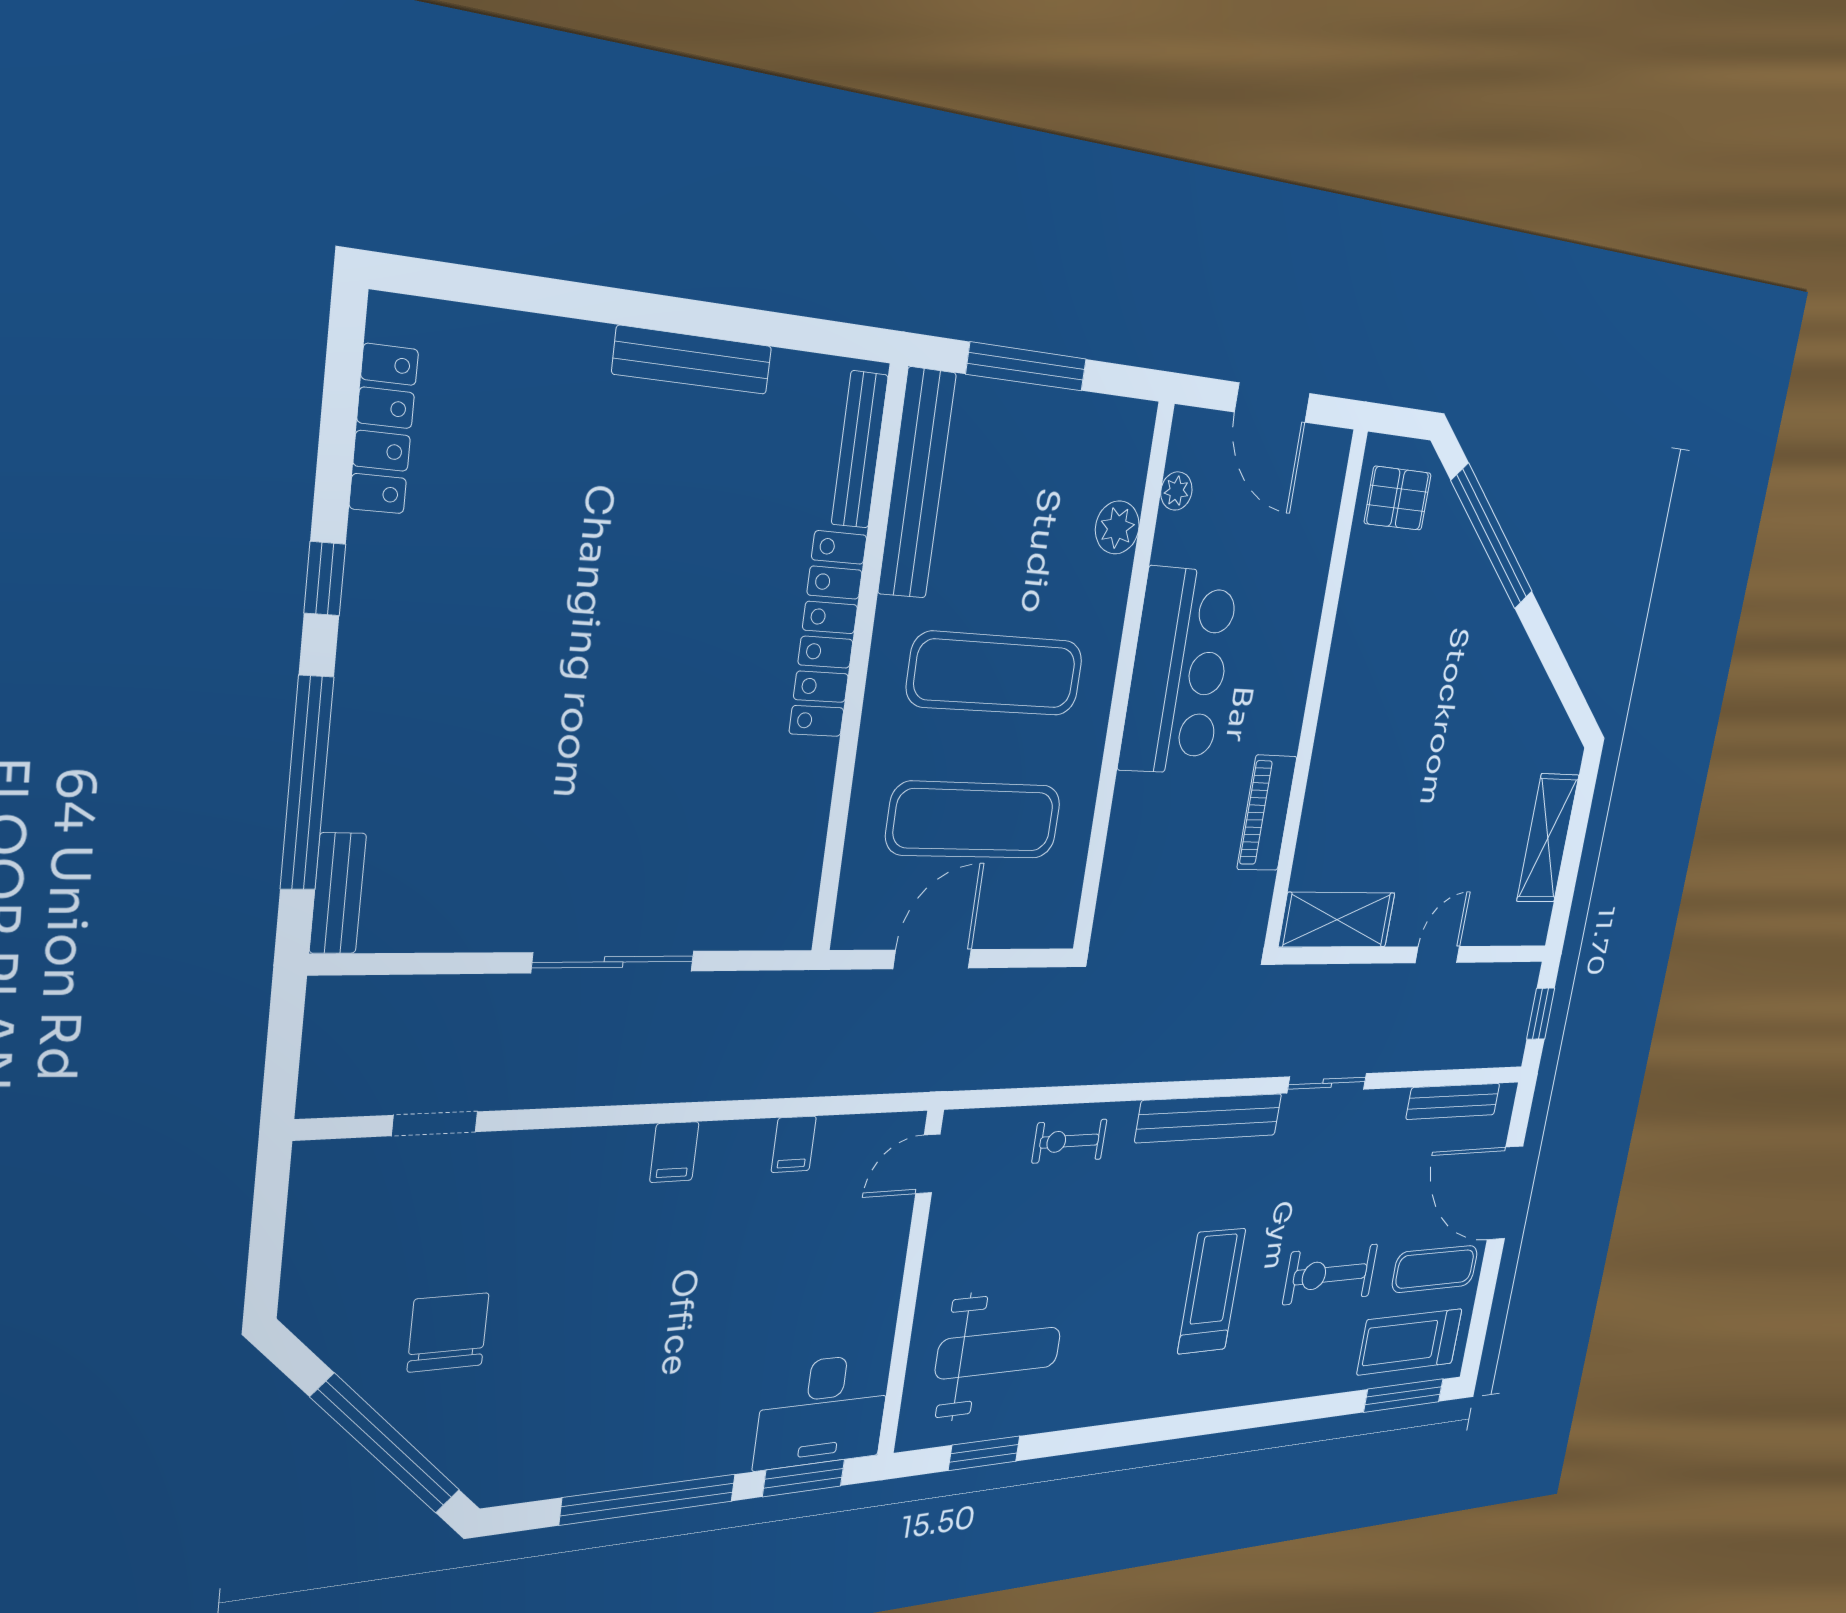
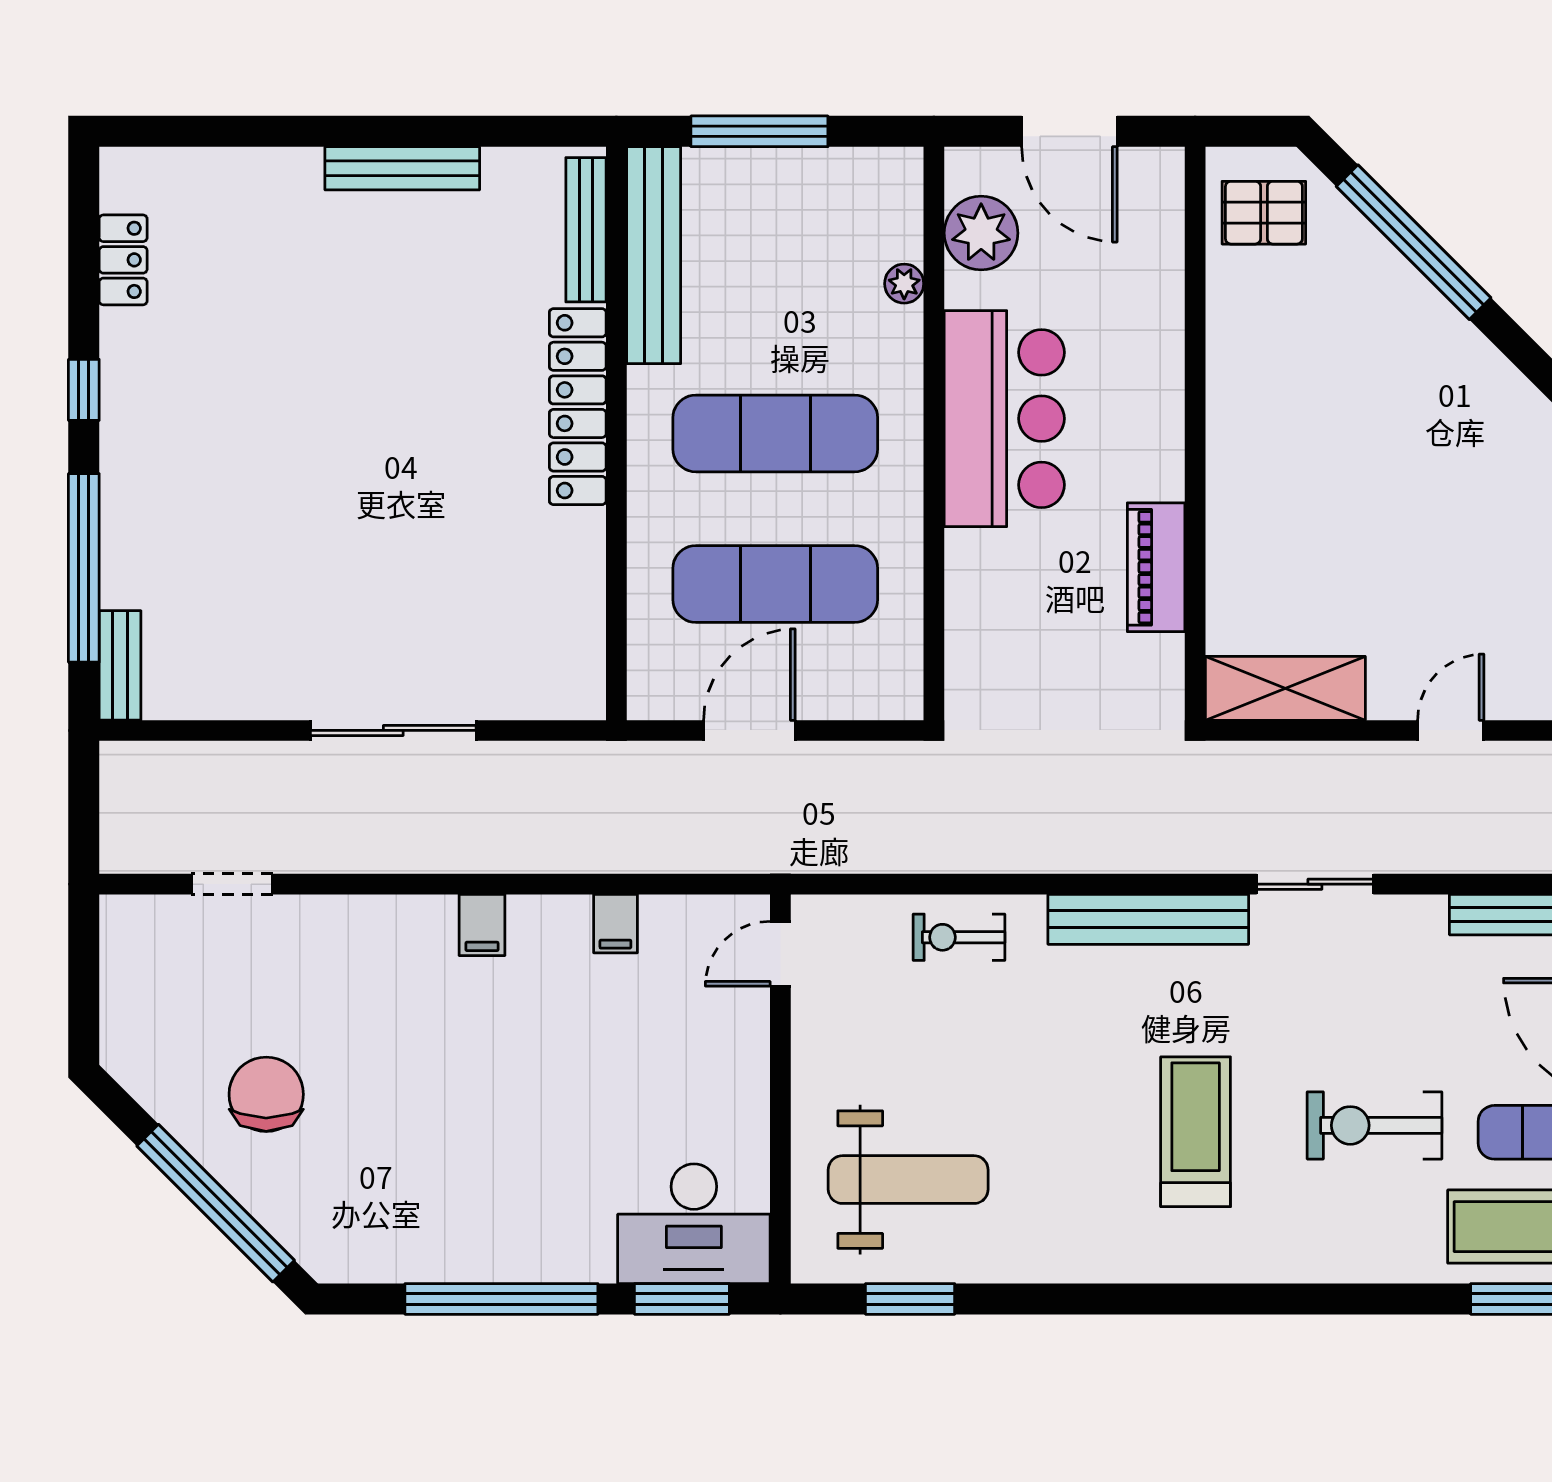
locker: (384, 429) -> (123, 260), width x0.66
plant: (1176, 491) -> (981, 233), width x1.88, depth x1.88
plant: (1117, 527) -> (904, 284), width x0.73, depth x0.73

